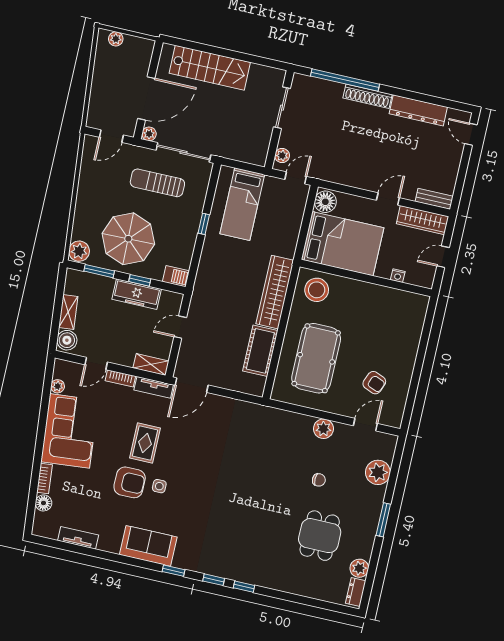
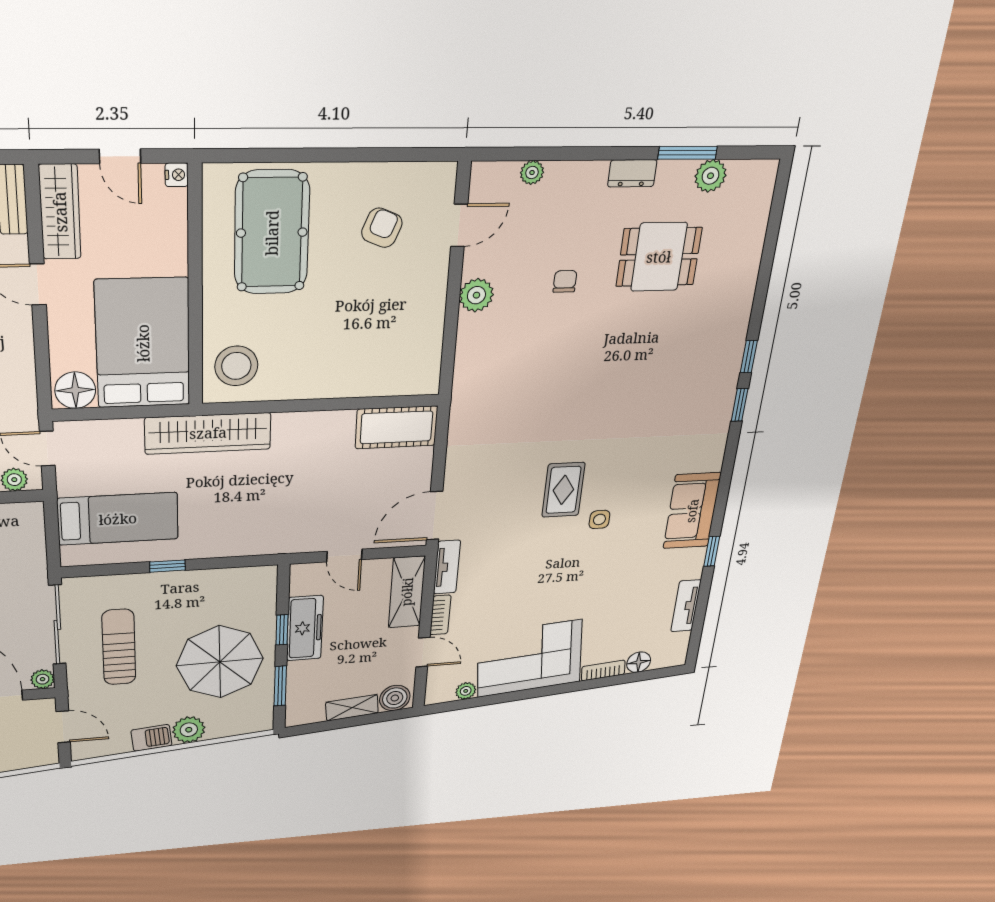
sun lounger: (157, 183) -> (119, 647), turned 180
plant: (79, 251) -> (189, 730), moved
barbecue: (176, 276) -> (151, 738), moved, turned 85
nightstand: (398, 276) -> (177, 175), moved
wardrobe: (275, 292) -> (208, 433), moved
cot: (260, 351) -> (397, 427), moved
pool table: (316, 358) -> (272, 233), moved, turned 90
shelving: (151, 365) -> (407, 592), width x1.50, depth x1.33
door: (192, 385) -> (435, 516), swing flipped
door: (365, 425) -> (459, 225), swing flipped
rug: (145, 443) -> (563, 490), moved, turned 90
plant: (378, 472) -> (532, 173), width x0.53, depth x0.53
armchair: (130, 482) -> (598, 561), removed
window: (383, 520) -> (687, 153), moved
window: (174, 571) -> (712, 551), moved
dresser: (356, 592) -> (632, 173), moved

